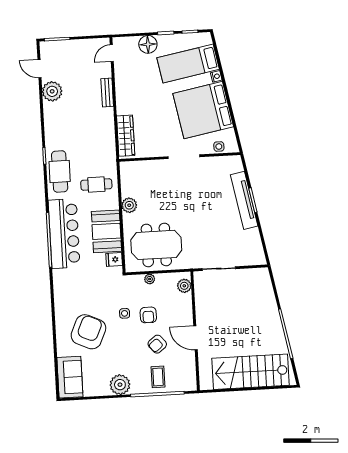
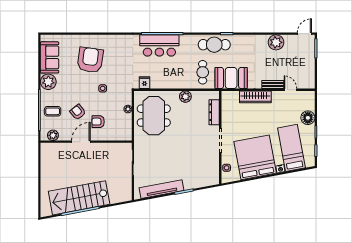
door: (112, 53) -> (290, 90), moved
door: (39, 69) -> (304, 34), moved
wardrobe: (126, 136) -> (255, 97), moved
dresser: (147, 167) -> (214, 112), added
tv unit: (244, 200) -> (161, 189), moved
booth: (106, 231) -> (231, 78), moved
bar counter: (64, 234) -> (159, 45), width x0.73
plant: (184, 286) -> (53, 135), moved
armchair: (148, 315) -> (98, 122), moved
armchair: (88, 332) -> (90, 60), turned -106
stairs: (250, 372) -> (79, 198), moved, turned -101
sofa: (70, 377) -> (50, 57), moved, turned -90

